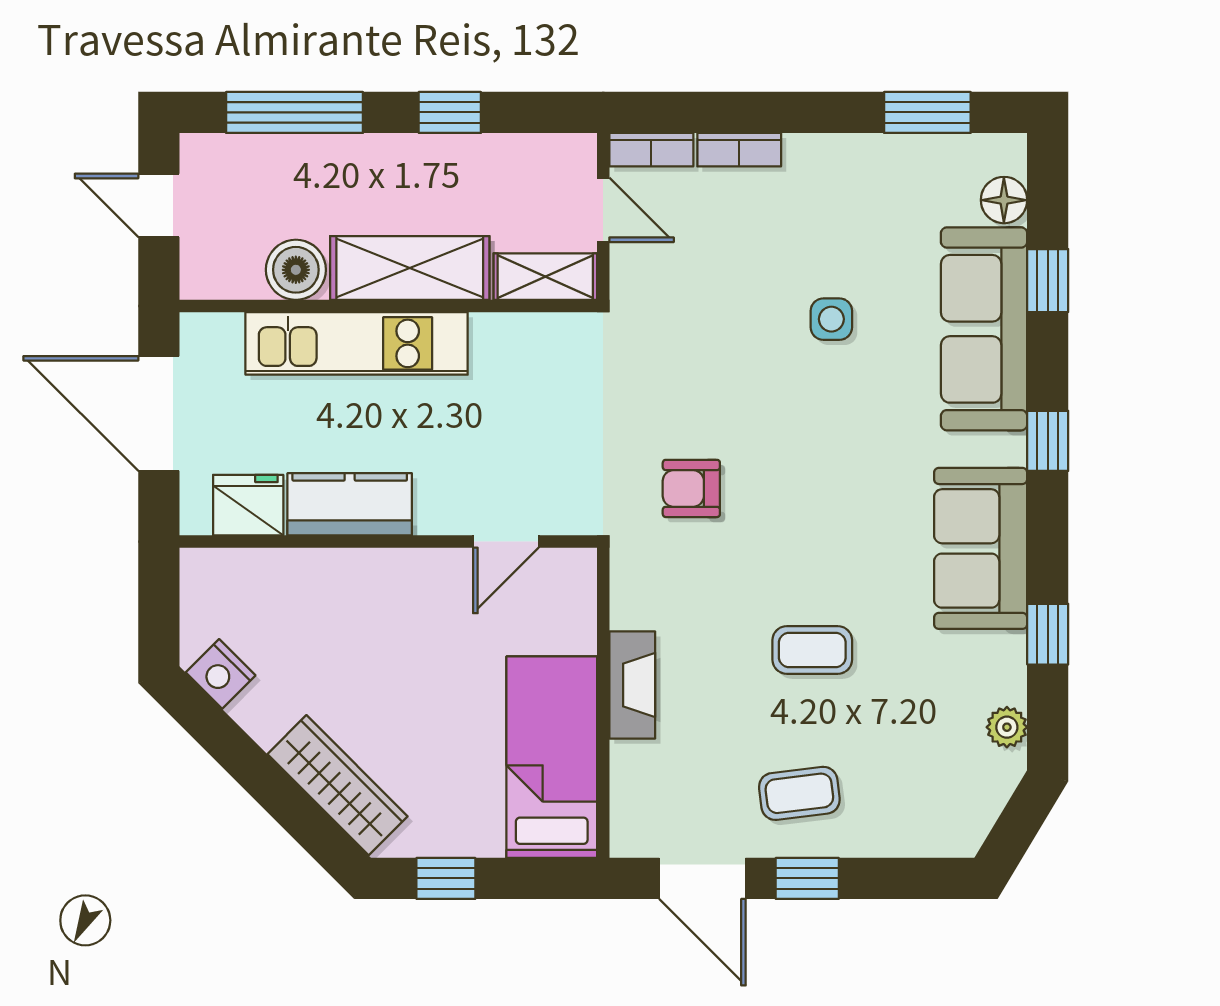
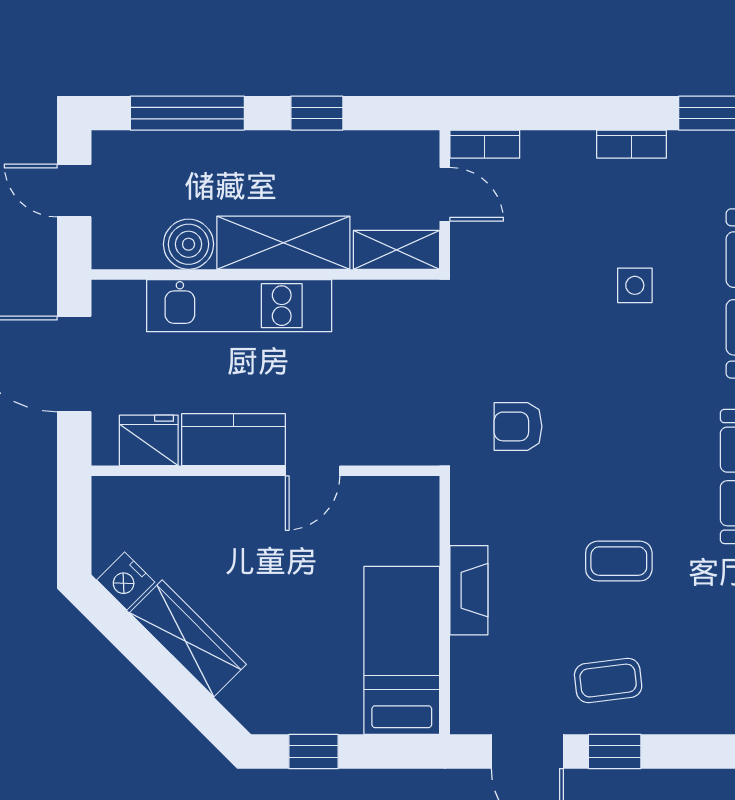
bookcase: (739, 150) -> (632, 144), moved
door: (506, 542) -> (313, 471), moved
wardrobe: (337, 785) -> (188, 638), moved

